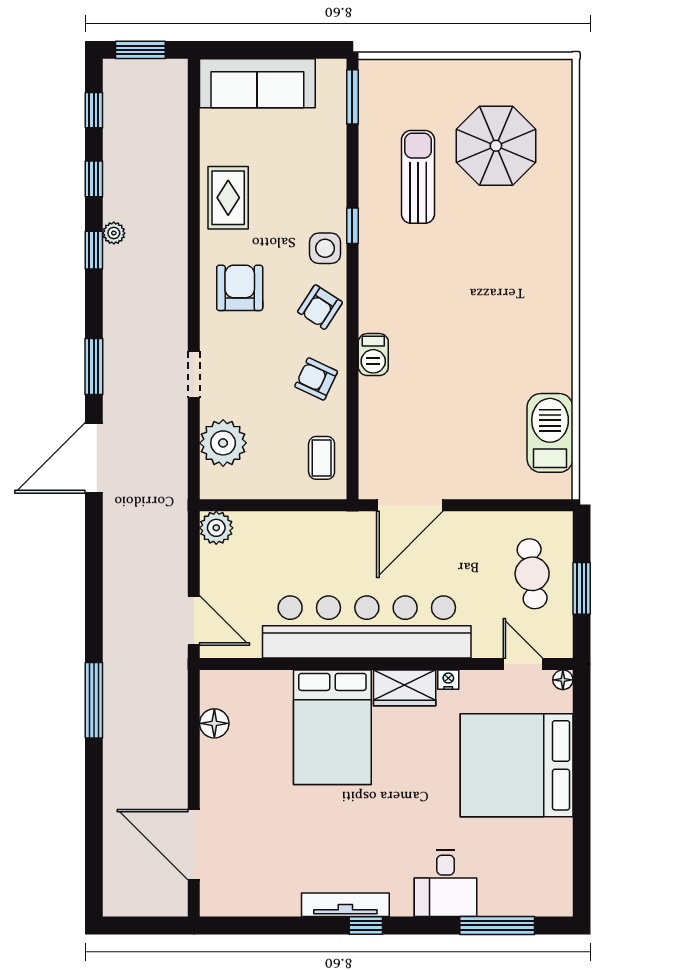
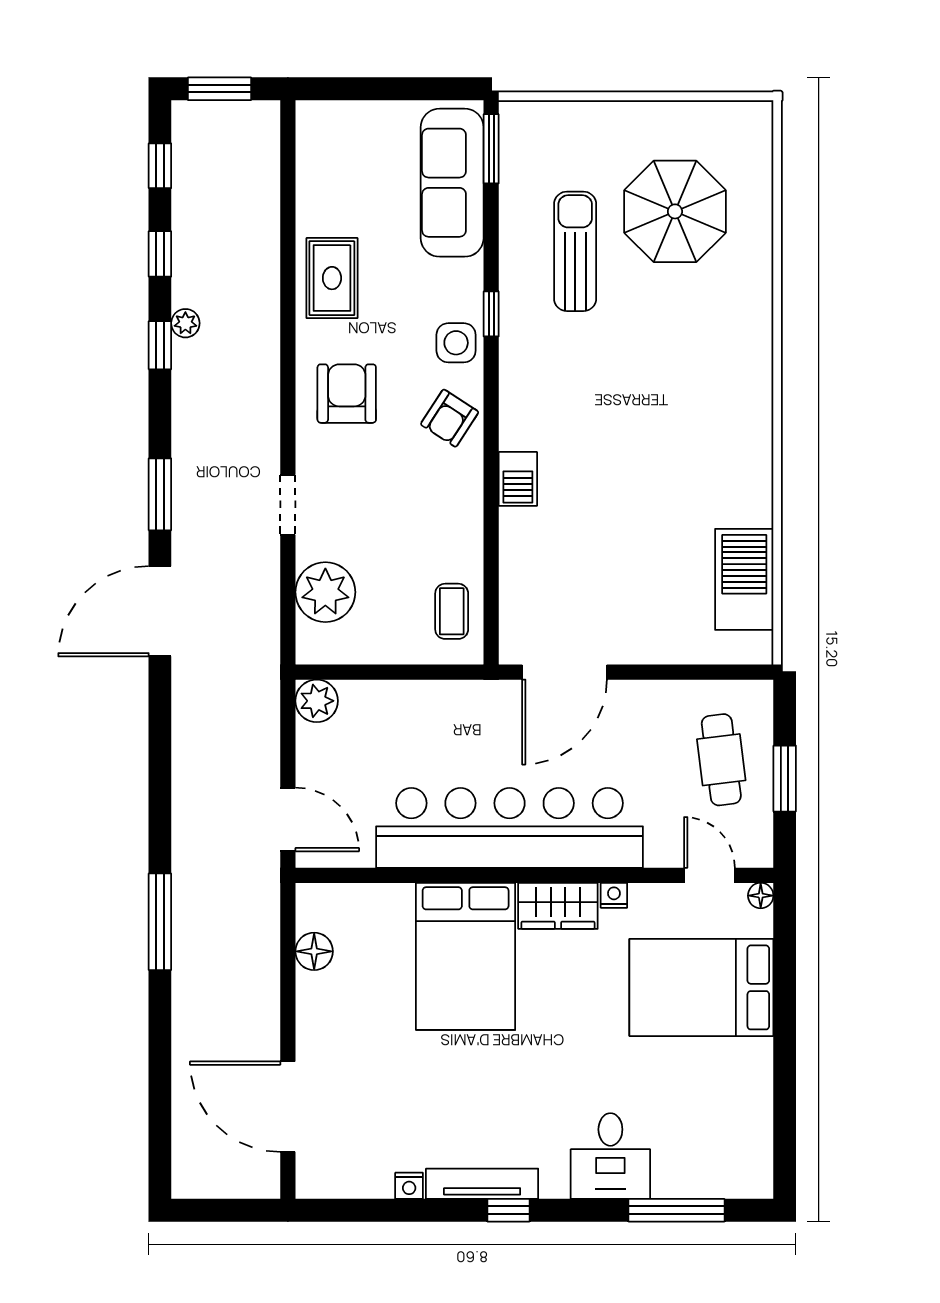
sofa: (257, 83) -> (452, 183), moved, turned 90
armchair: (316, 379) -> (445, 510), removed
bed: (517, 765) -> (701, 987), width x0.73
nightstand: (288, 906) -> (409, 1186), added

